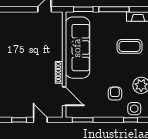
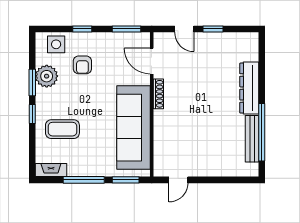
window: (130, 120) -> (82, 29), moved

